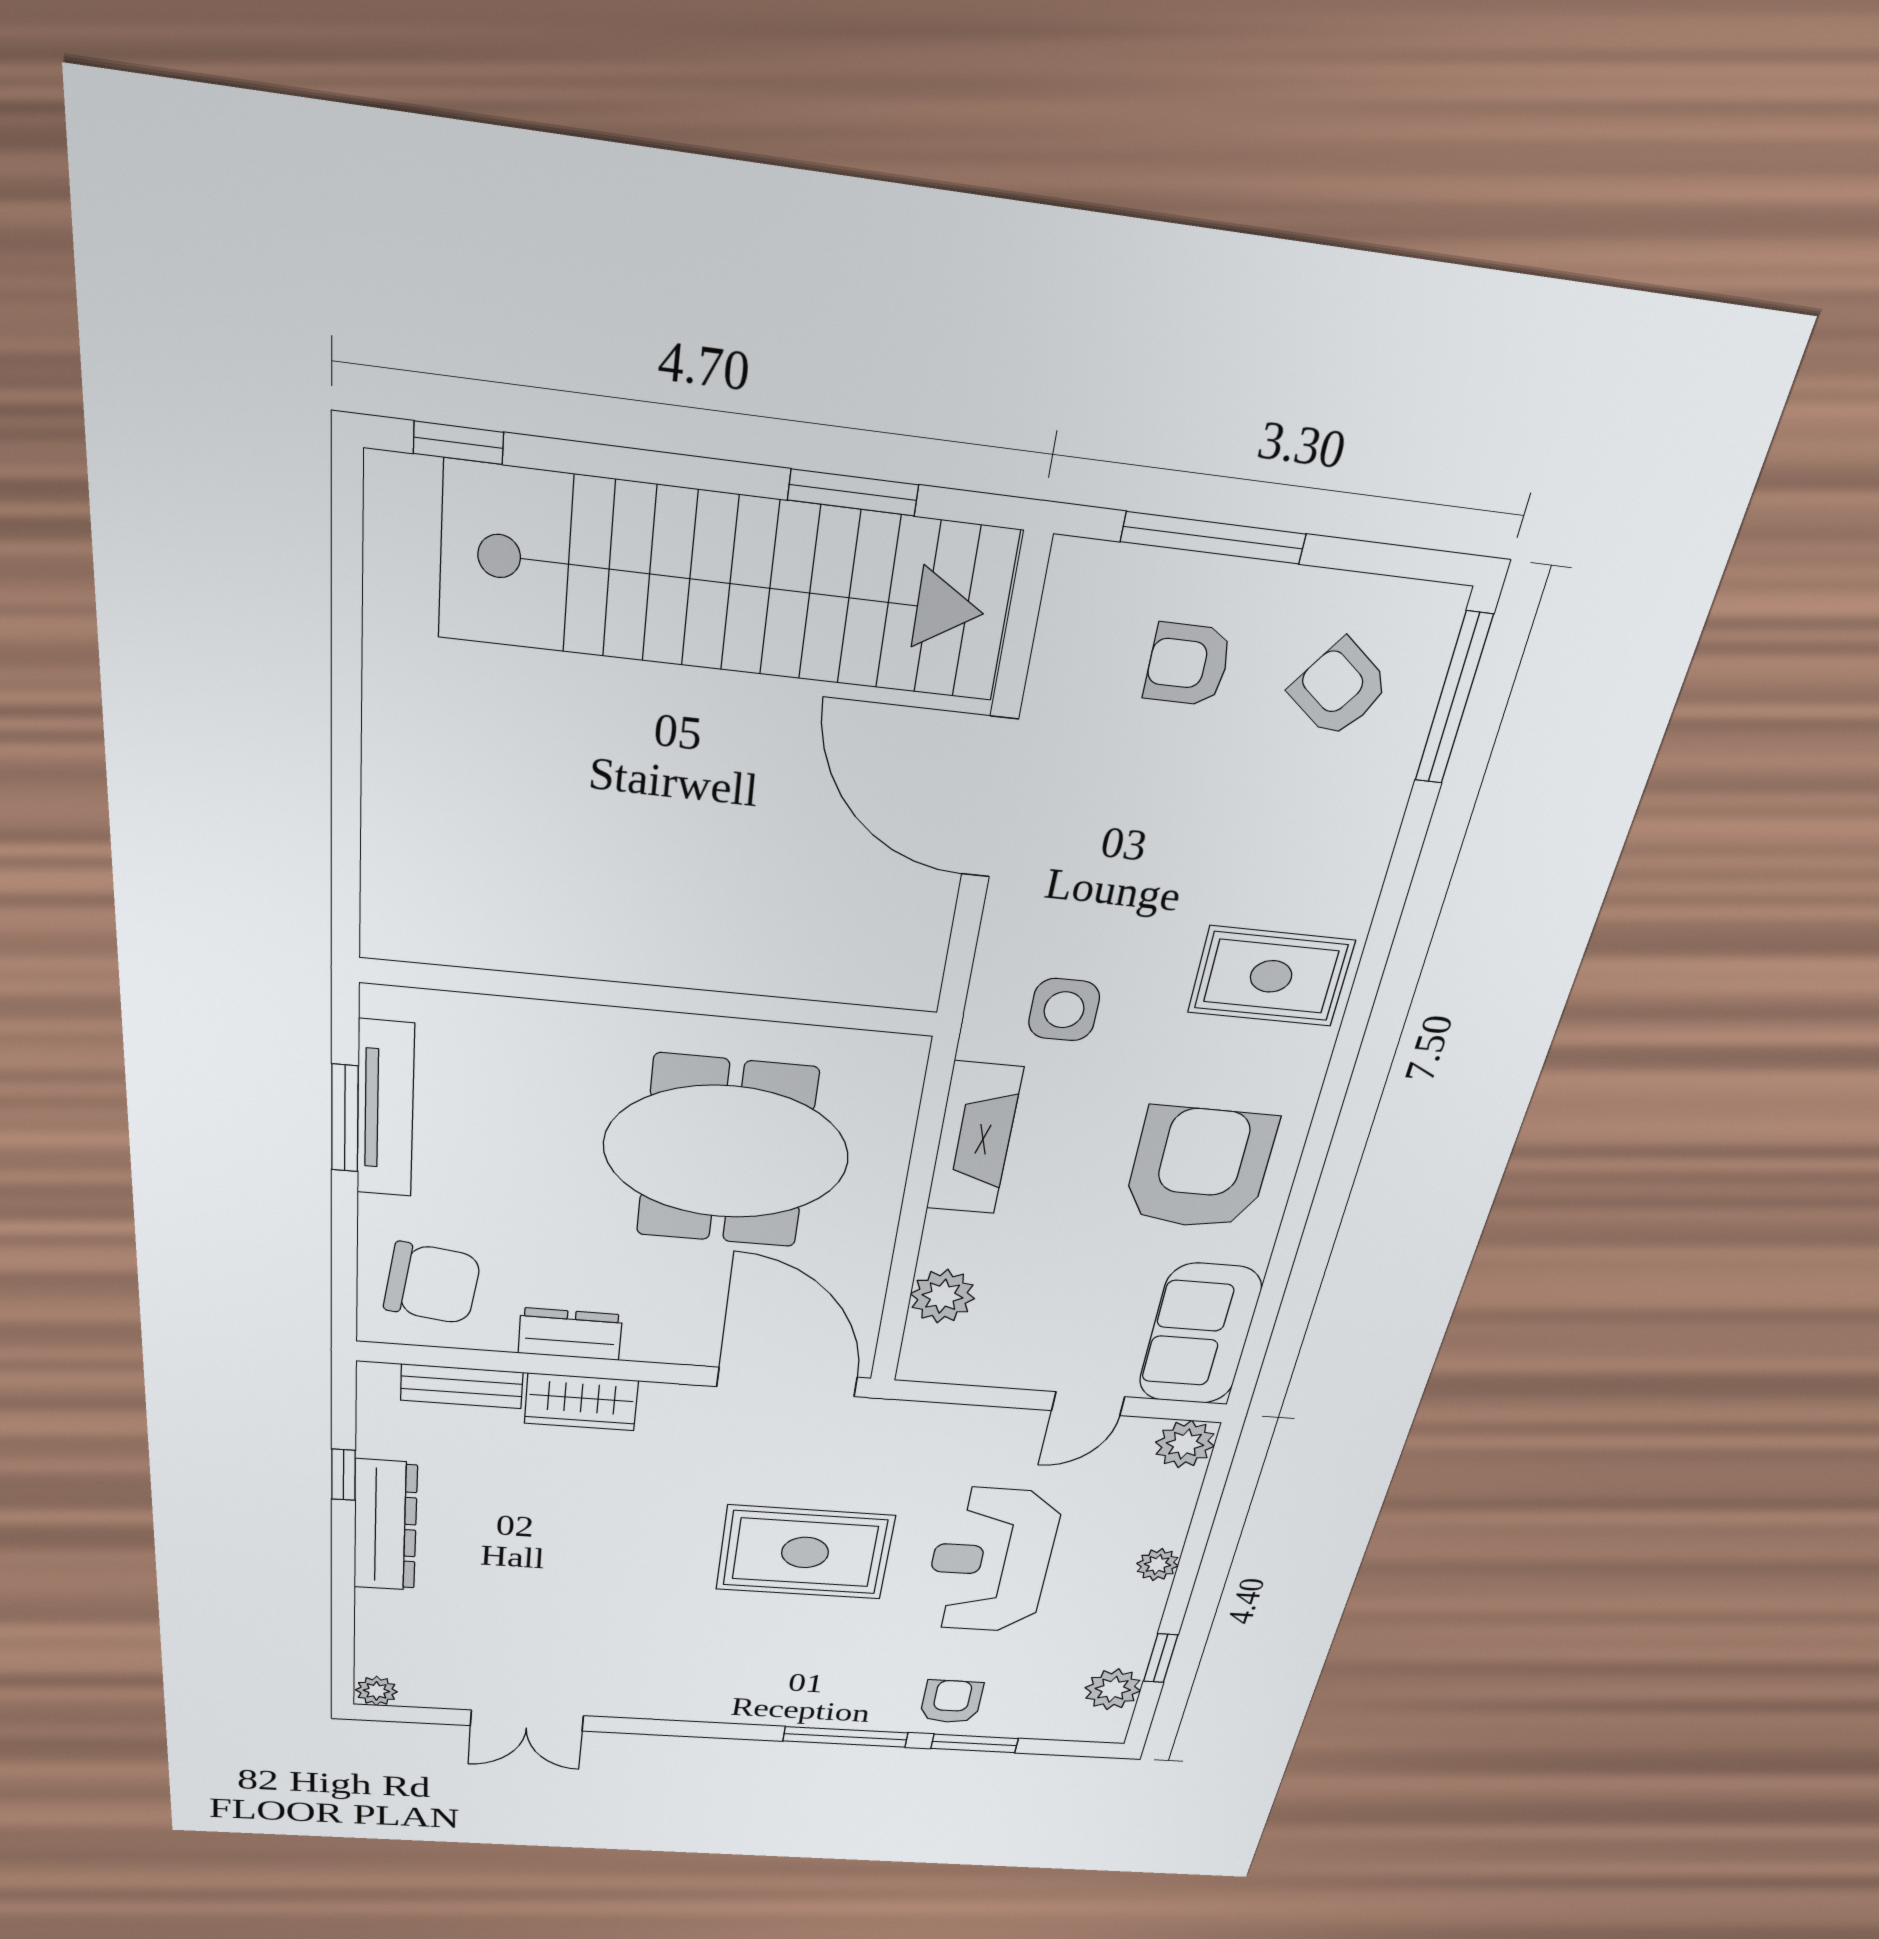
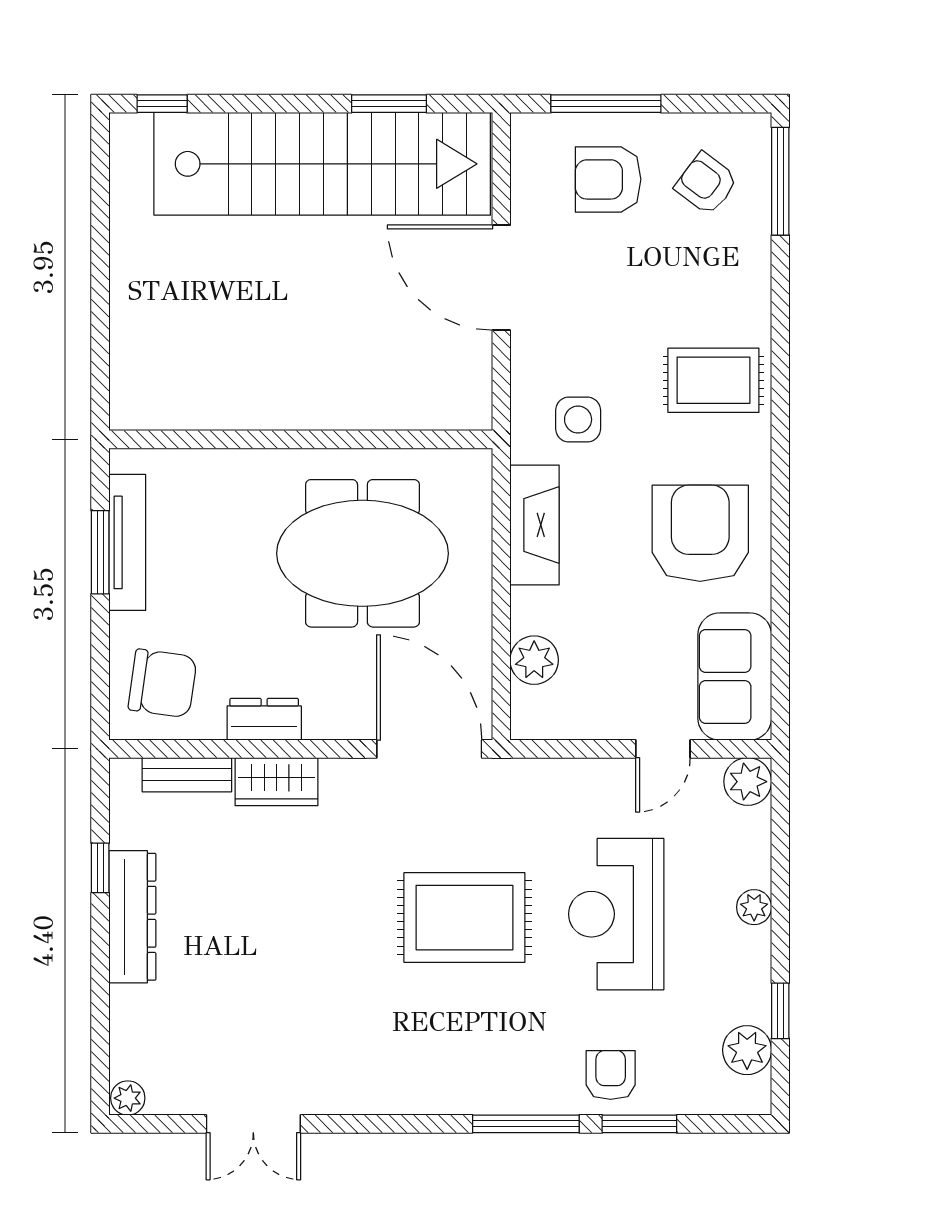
armchair: (1188, 664) -> (608, 179), width x1.38, depth x1.38

